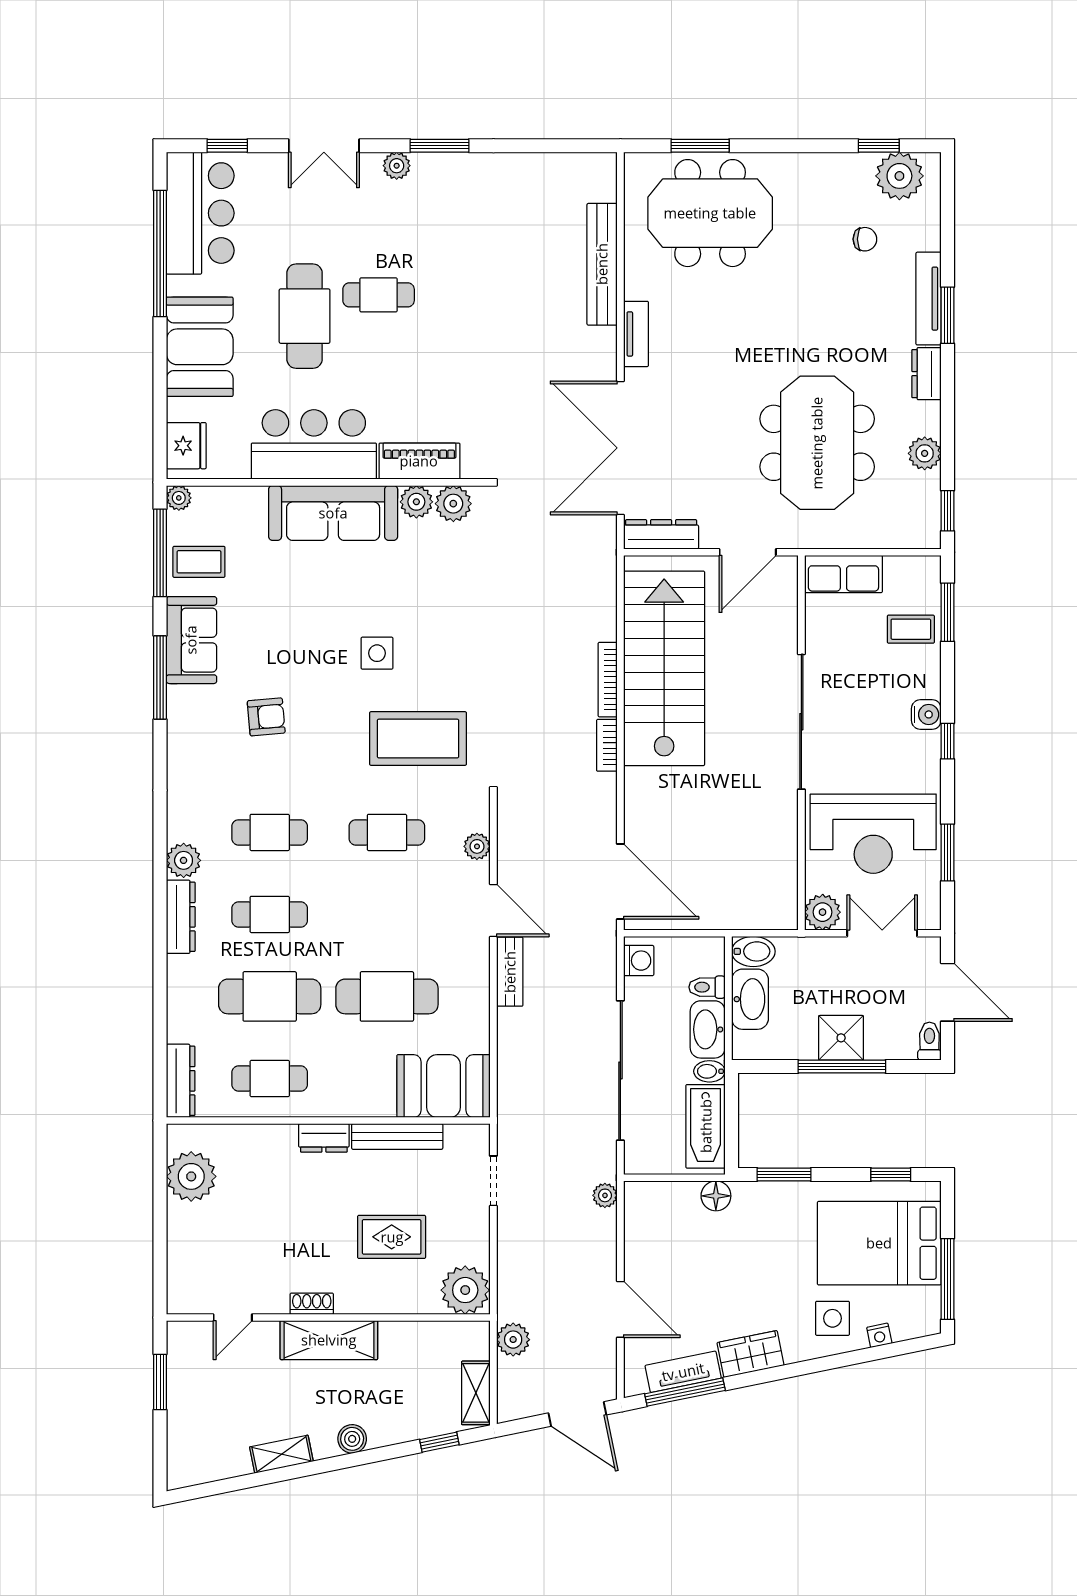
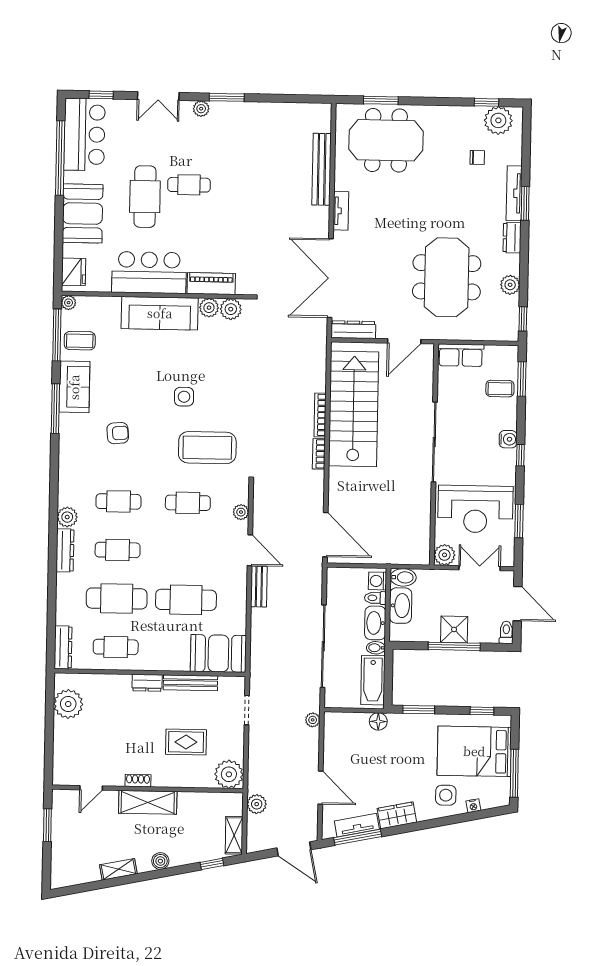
washing machine: (639, 961) -> (378, 581), moved, turned 180

